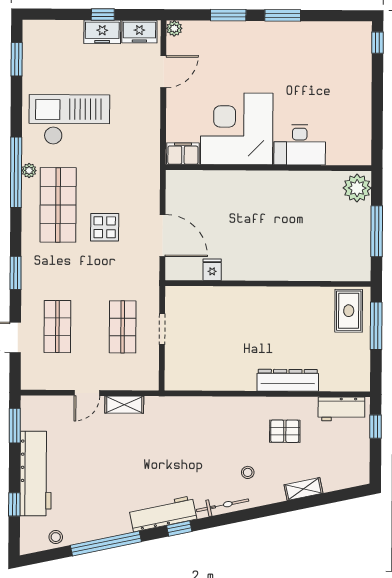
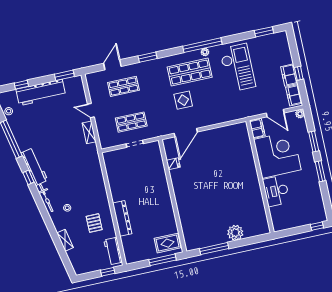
corner desk: (237, 129) -> (277, 155), moved
desk: (300, 145) -> (276, 191), moved
filing cabinet: (183, 154) -> (257, 128), moved
wall: (268, 168) -> (260, 177), moved

